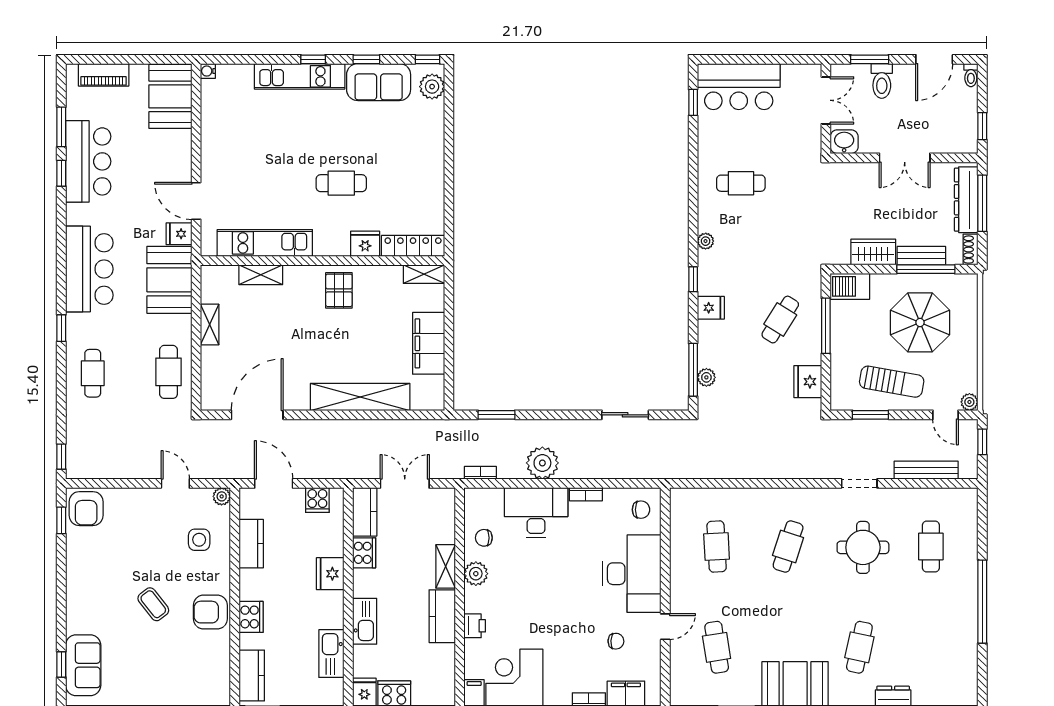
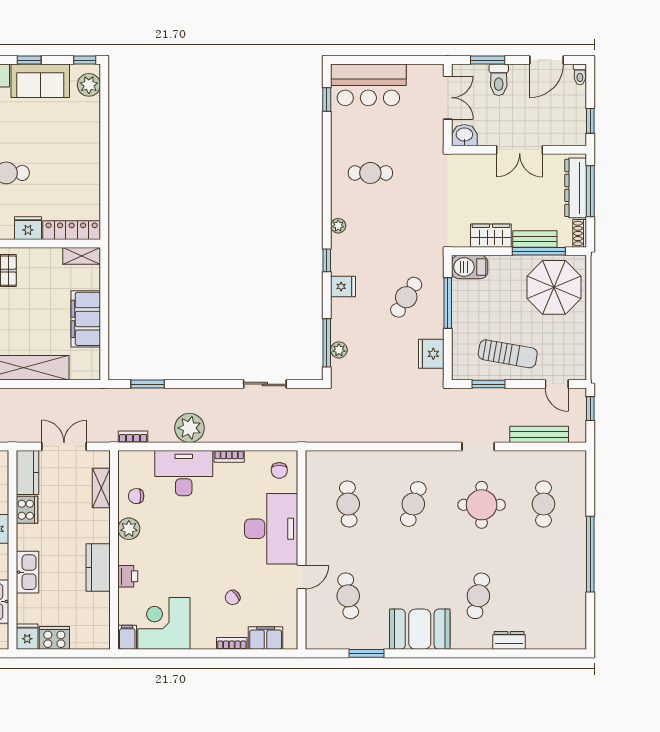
parasol: (920, 322) -> (554, 287), moved
plant: (969, 402) -> (579, 372), removed
chair: (641, 510) -> (279, 470), turned 90
shelving: (446, 566) -> (101, 488), moved
chair: (616, 641) -> (233, 597), moved, turned 139

